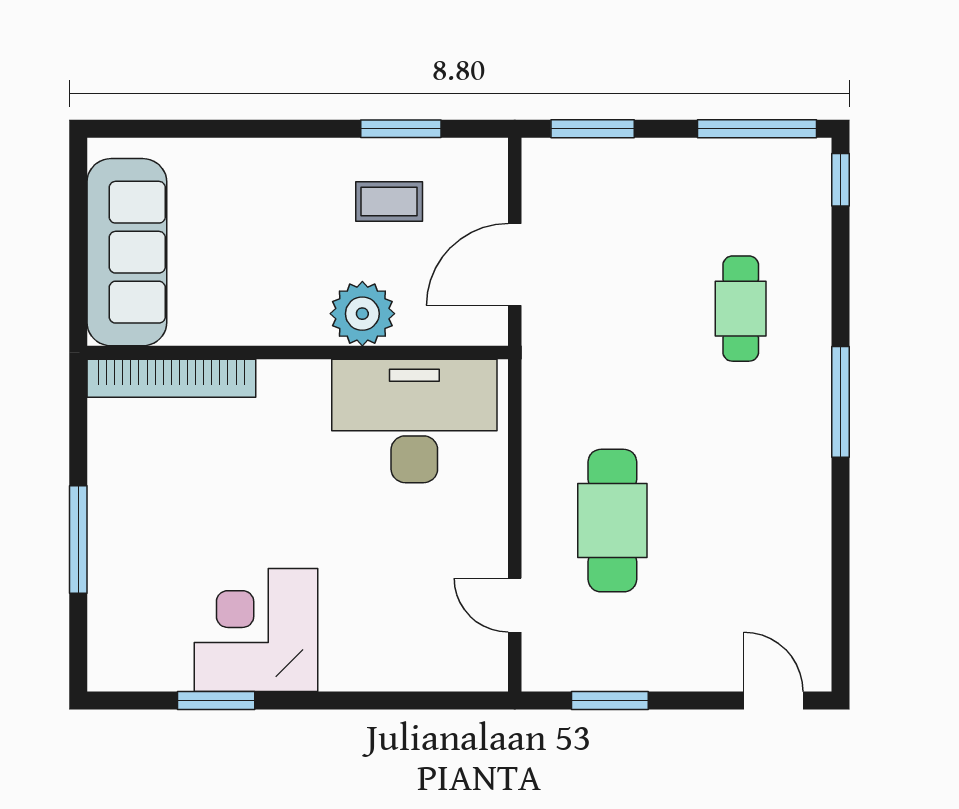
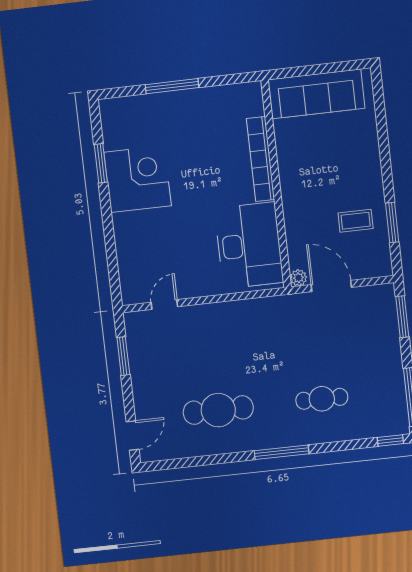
coffee table: (389, 201) -> (356, 221), turned 90
plant: (362, 314) -> (298, 278), moved, width x0.53, depth x0.53
bookcase: (171, 378) -> (261, 159), moved
cafe table: (612, 521) -> (218, 410), moved

